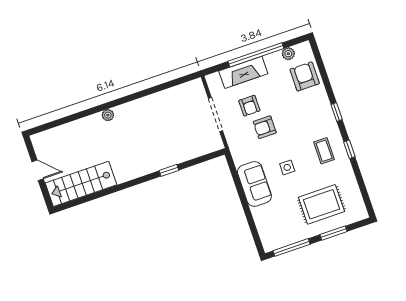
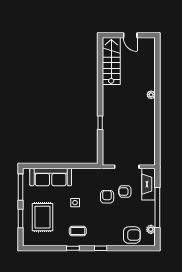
fireplace: (243, 72) -> (149, 184), moved
door: (38, 170) -> (130, 35), hinge flipped
sofa: (254, 184) -> (51, 177), moved, width x1.36

